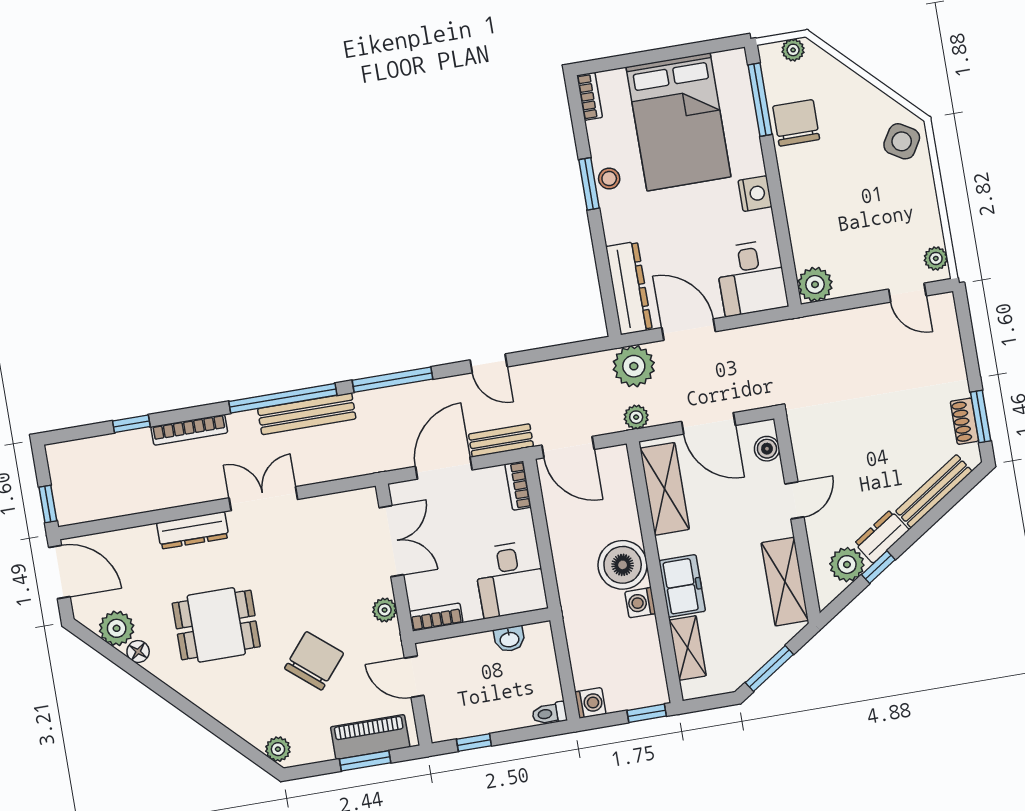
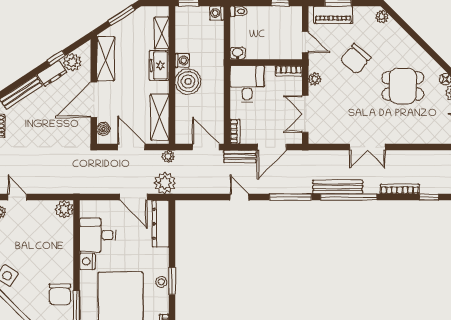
desk: (751, 278) -> (98, 235), moved, turned -90
door: (794, 500) -> (94, 100), width x1.88
dresser: (193, 530) -> (407, 137), removed
washbasin: (509, 639) -> (238, 53), moved

